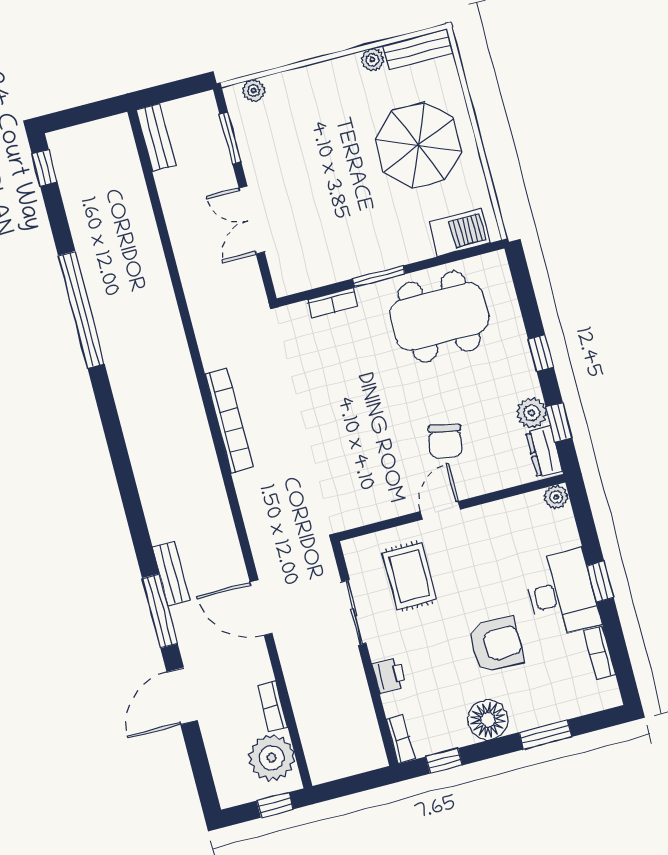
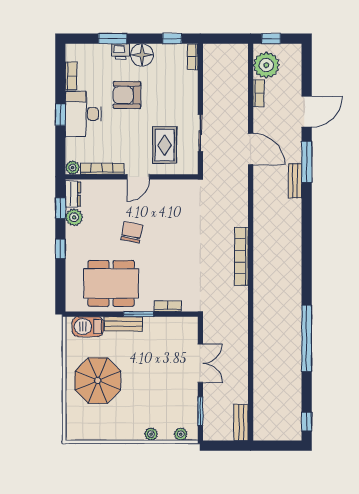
bench: (418, 49) -> (123, 324), moved
plant: (372, 60) -> (151, 434), moved
chair: (445, 441) -> (132, 232), moved
bookcase: (505, 508) -> (102, 169), added
printer: (389, 675) -> (121, 52), moved, turned -90

